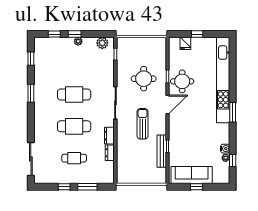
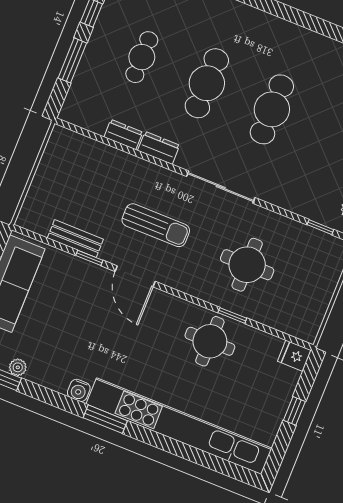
fridge: (185, 43) -> (294, 356), moved
window: (31, 93) -> (310, 22), removed
door: (168, 104) -> (135, 276), moved
water cooler: (225, 149) -> (79, 390), moved
bench: (162, 151) -> (75, 239), width x0.73

